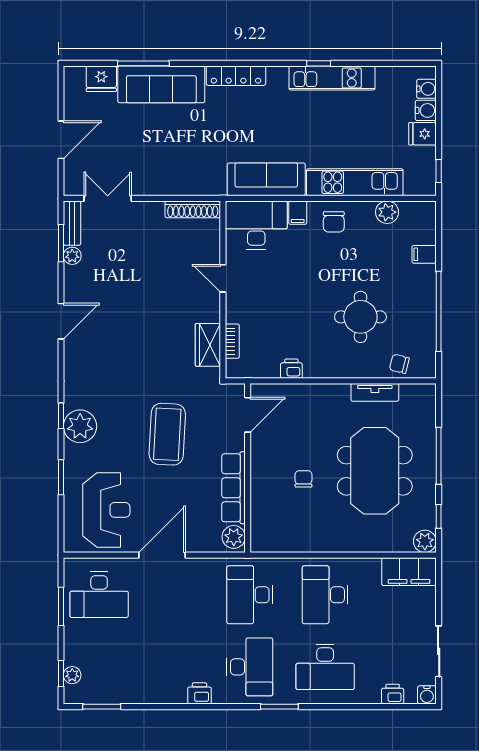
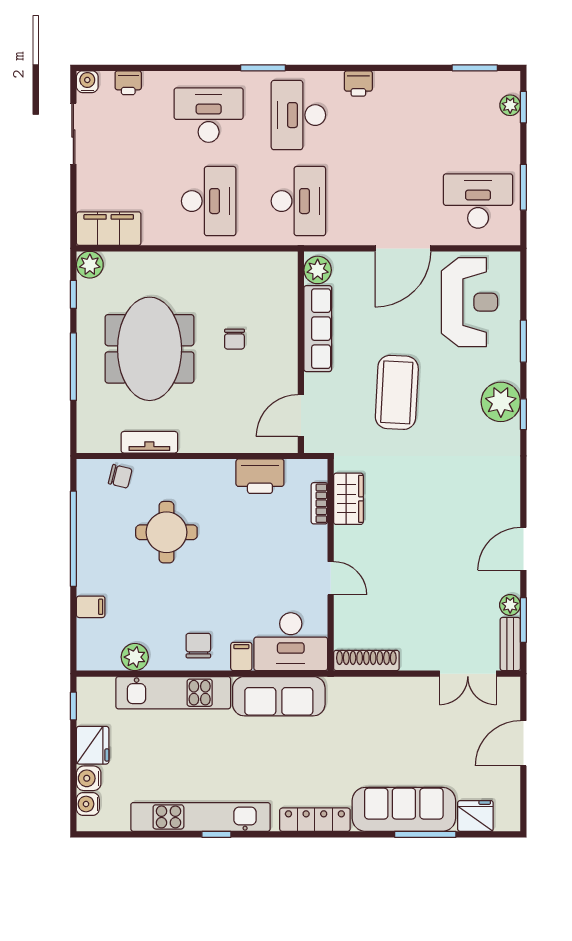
kitchen unit: (332, 78) -> (200, 817), width x1.36
fridge: (422, 134) -> (93, 745), width x1.38
door: (61, 321) -> (523, 549), moved
printer: (291, 369) -> (260, 476), width x1.87, depth x1.48
reception desk: (106, 510) -> (469, 302), turned 180

